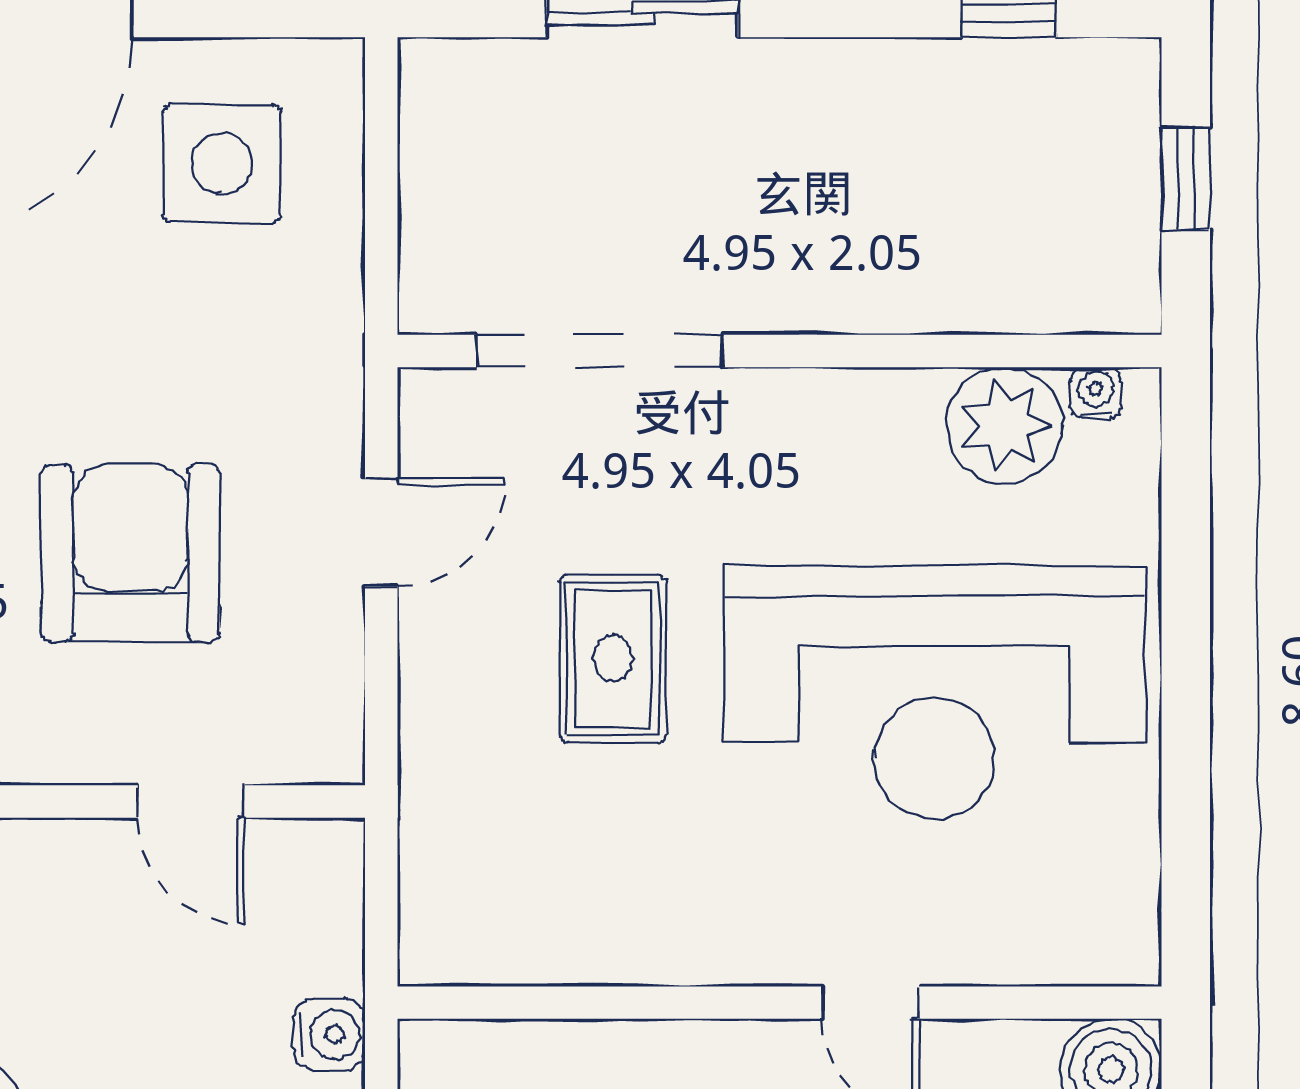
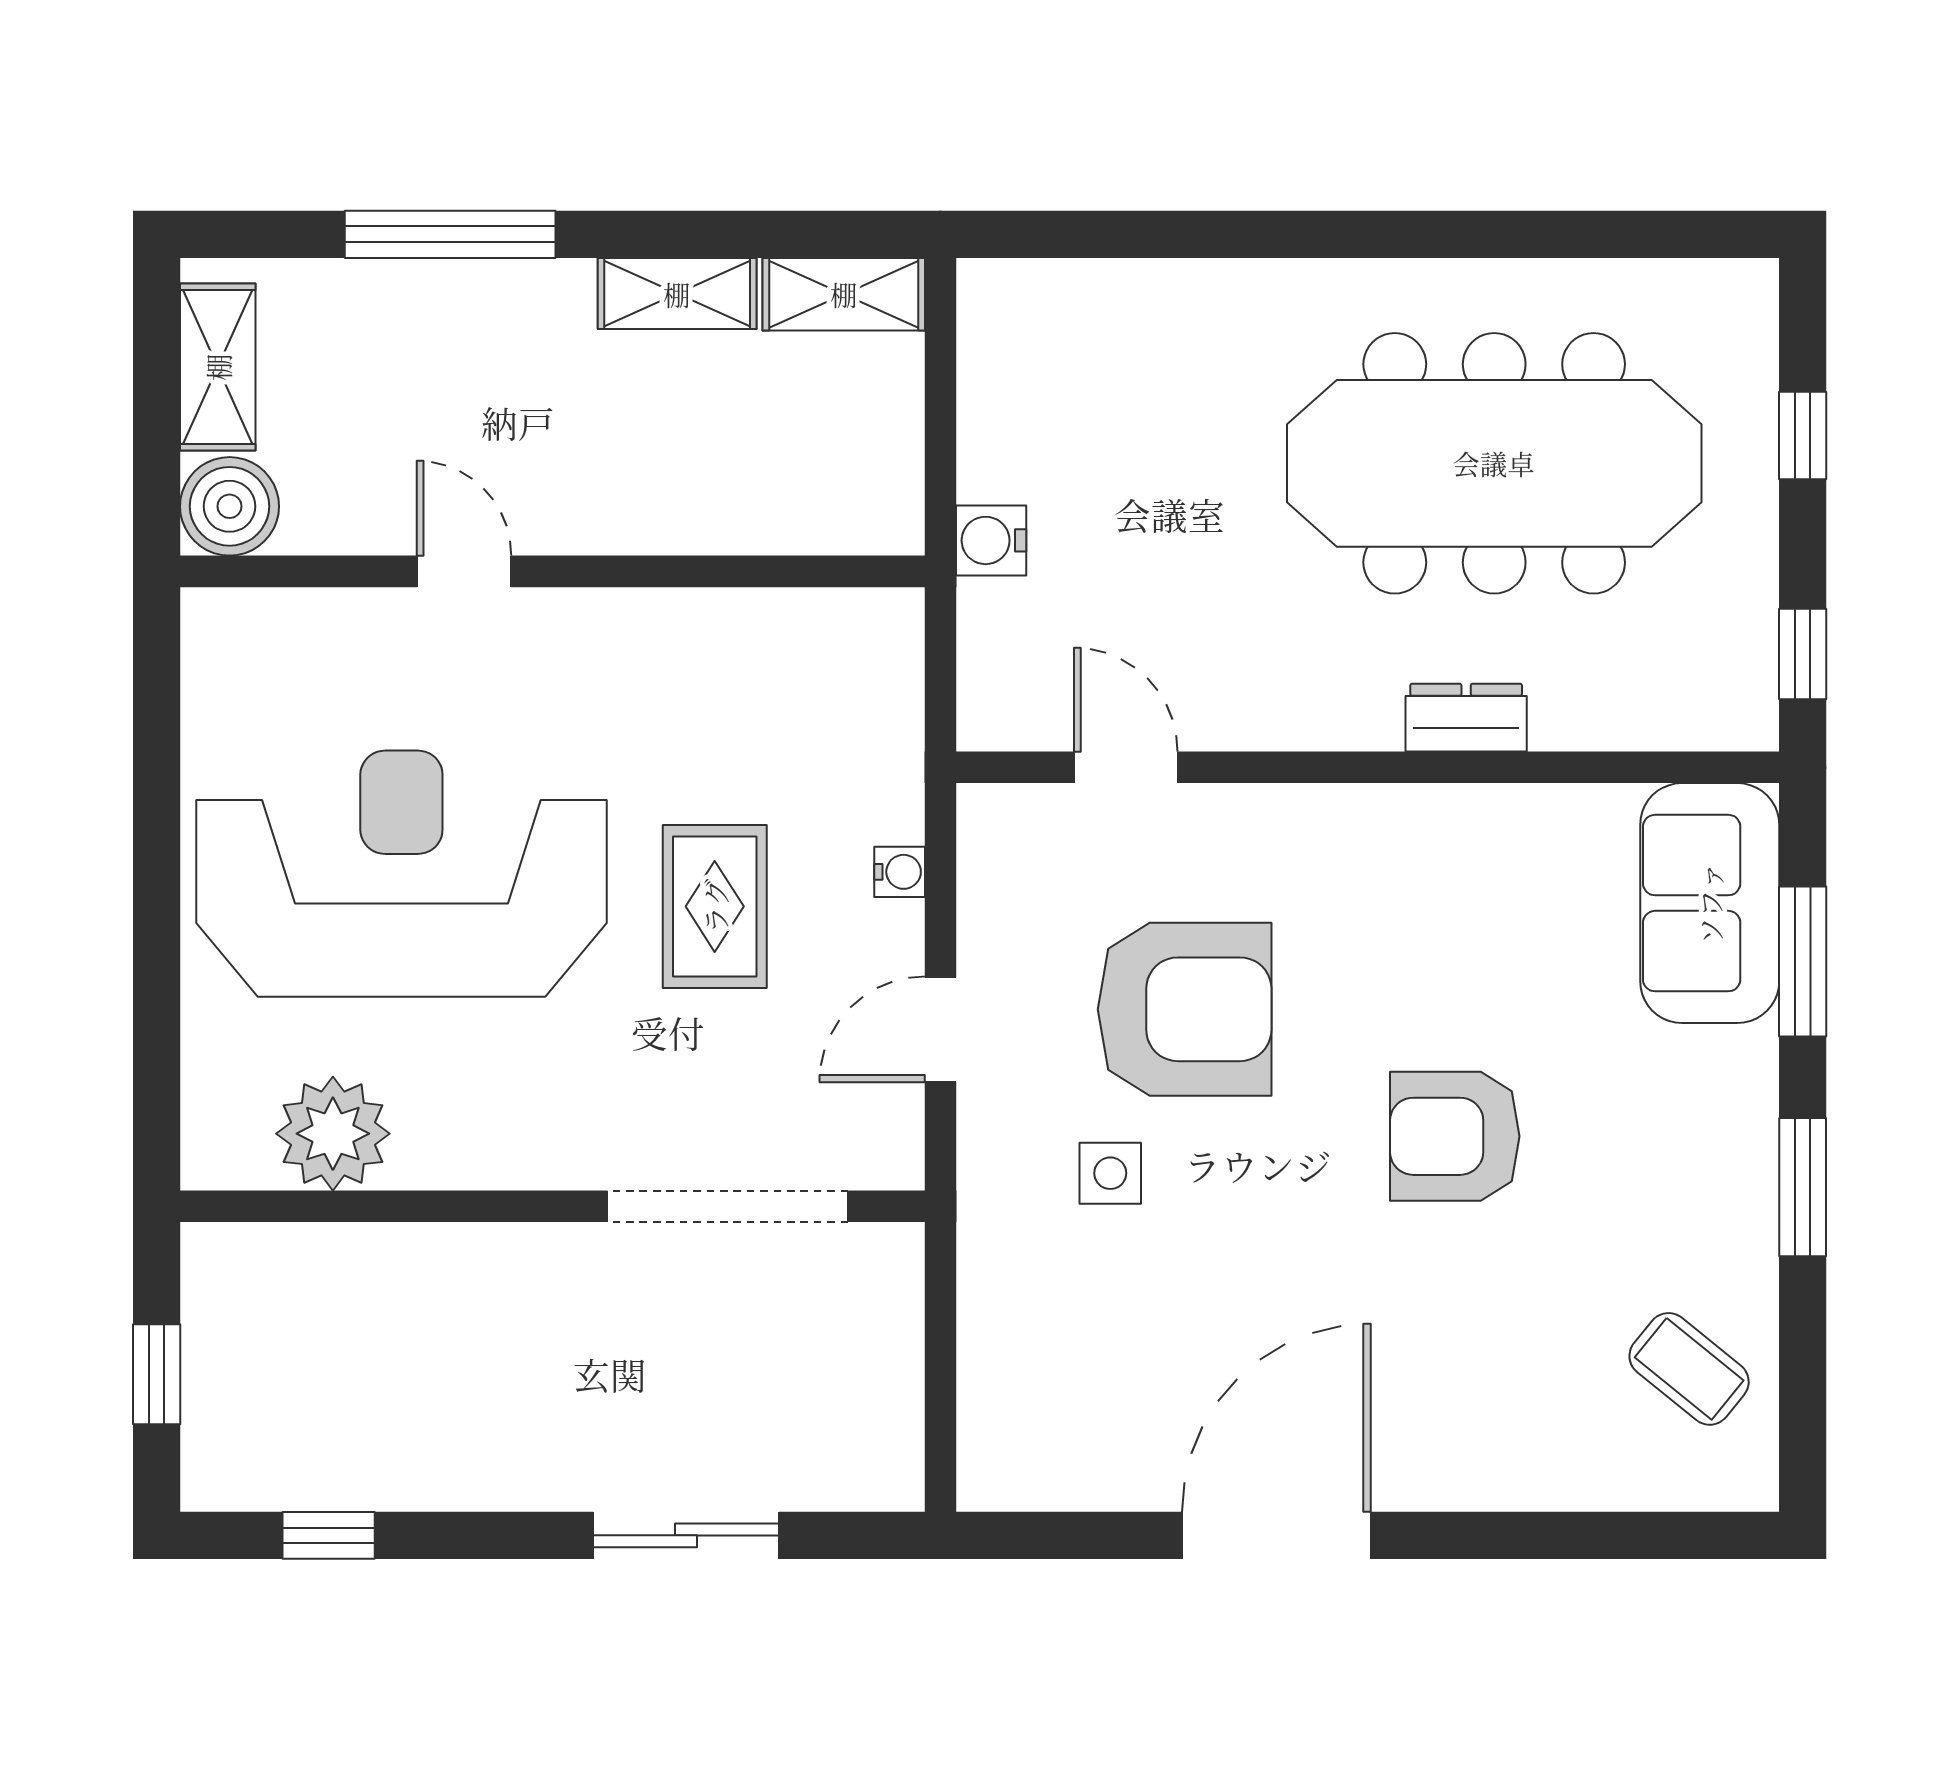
side table: (222, 164) -> (1110, 1173), moved, width x0.54, depth x0.54
water cooler: (1096, 393) -> (900, 872), moved, turned -90
armchair: (131, 553) -> (1185, 1009), turned -90

